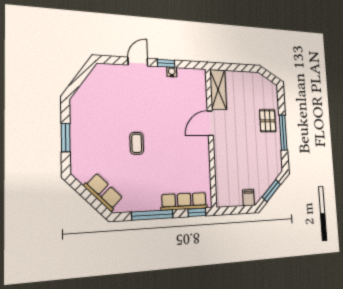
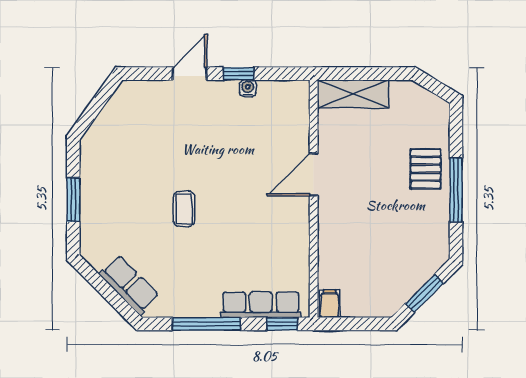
shelving: (218, 90) -> (353, 94), moved, turned 90
filing cabinet: (248, 198) -> (330, 304), moved

